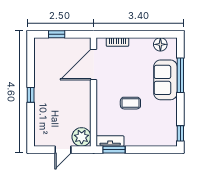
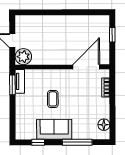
door: (94, 64) -> (86, 67), hinge flipped
sofa: (165, 80) -> (54, 129), moved
window: (31, 95) -> (60, 12), removed
window: (180, 133) -> (38, 142), moved

